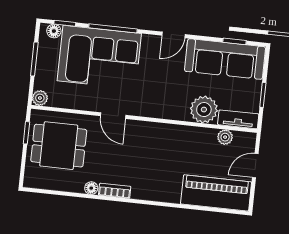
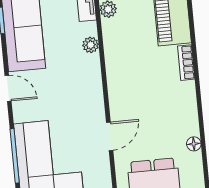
plant: (204, 110) -> (91, 45), width x0.53, depth x0.53
bookcase: (115, 191) -> (186, 63), moved

